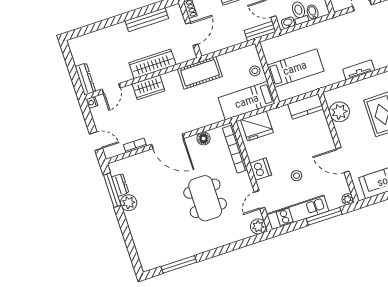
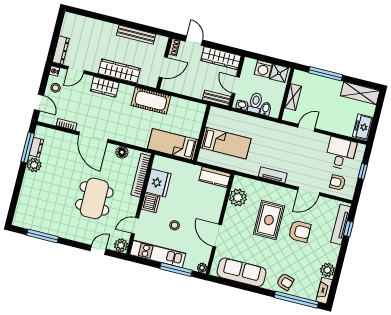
stool: (255, 71) -> (56, 88), moved
fridge: (257, 126) -> (158, 183), moved, turned -90
door: (239, 244) -> (98, 250), added

